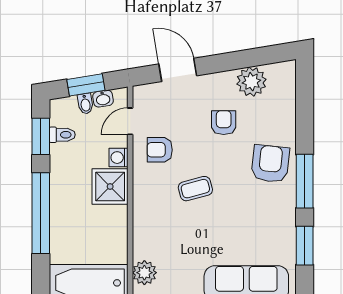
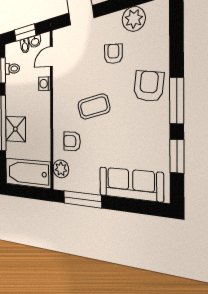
armchair: (160, 150) -> (72, 141), moved
shower: (110, 187) -> (15, 129), moved
coffee table: (195, 189) -> (94, 107), width x1.36, depth x1.30

